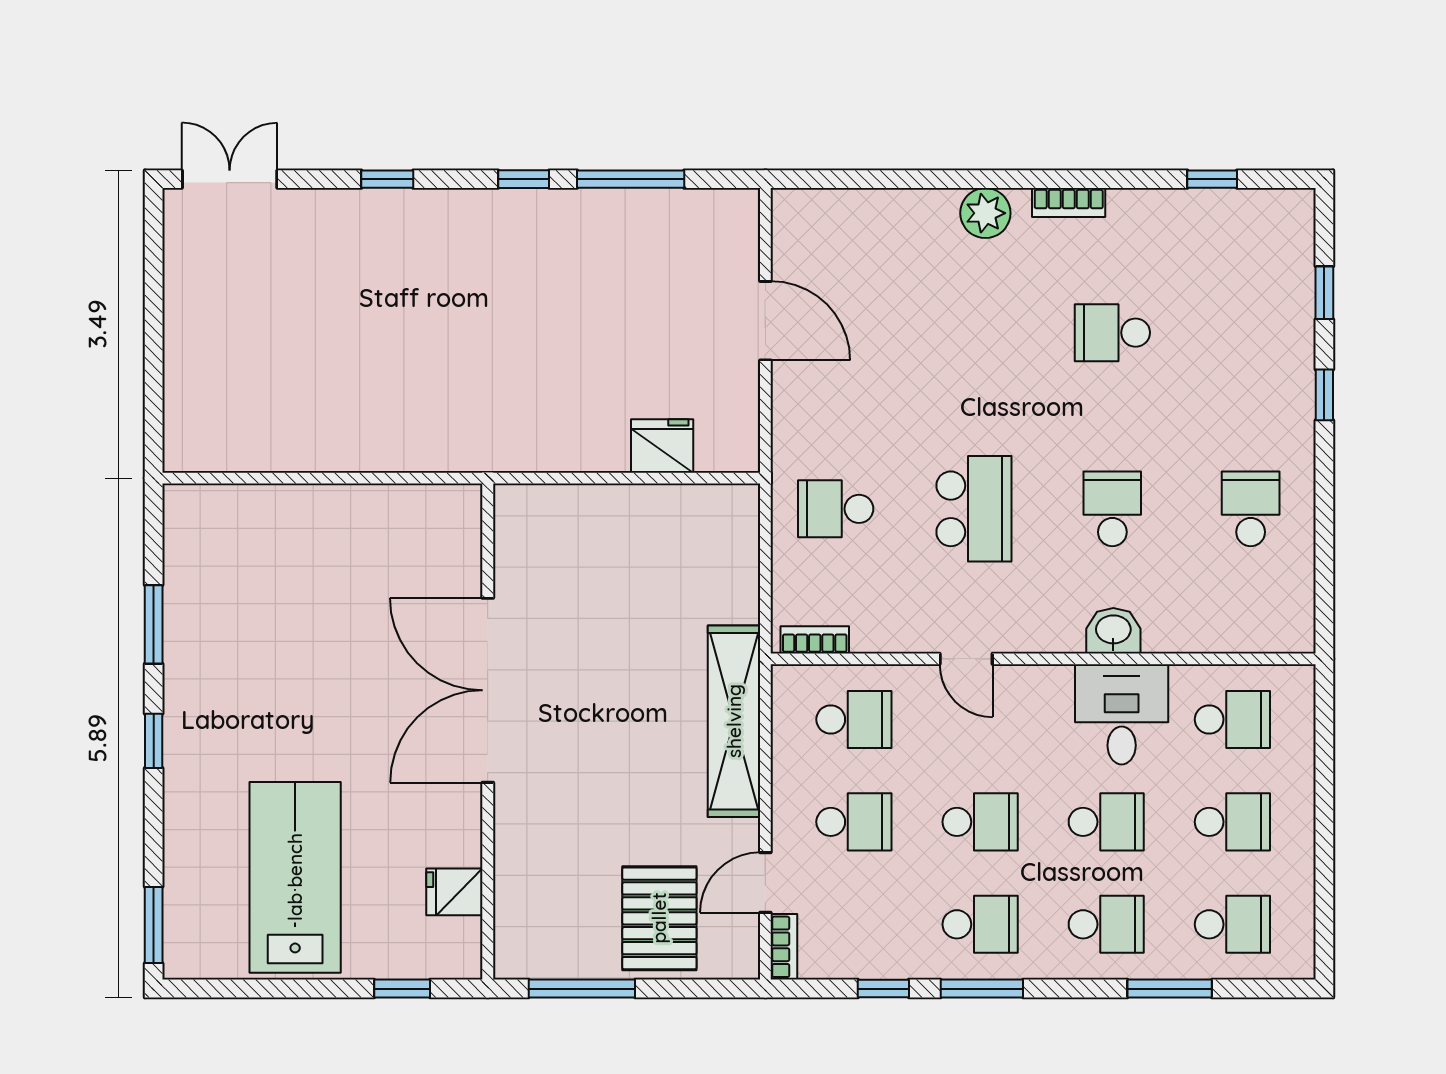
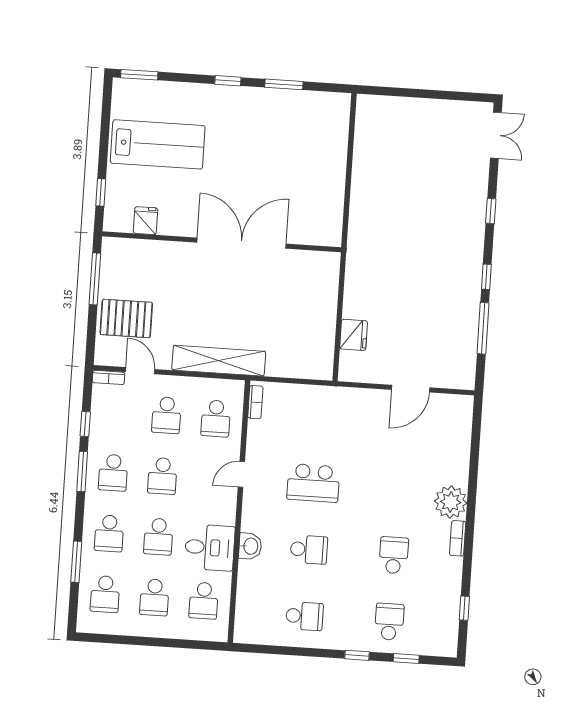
plant: (985, 213) -> (451, 502), width x1.36, depth x1.36
school desk: (836, 509) -> (389, 622), moved

